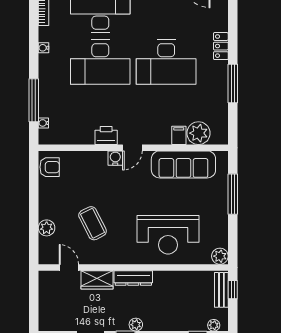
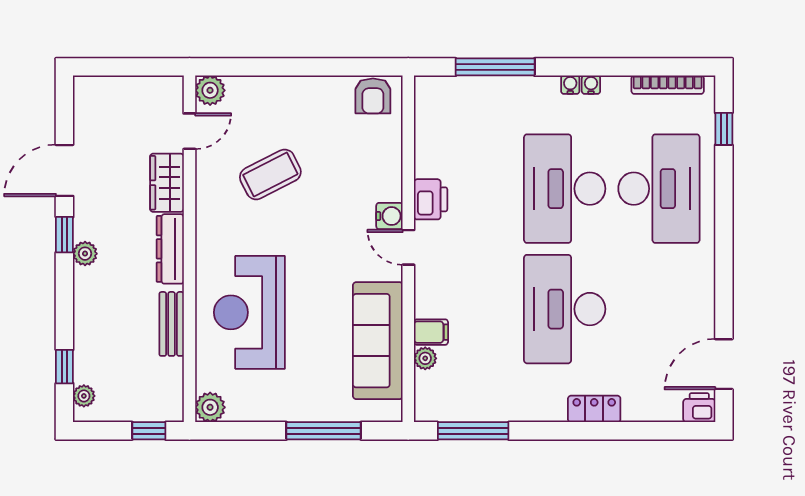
window: (233, 83) -> (473, 431), moved
water cooler: (43, 123) -> (570, 85), moved
plant: (198, 133) -> (425, 358), width x0.53, depth x0.53
plant: (47, 228) -> (210, 90), moved
bench: (221, 290) -> (172, 324), moved, turned 90

